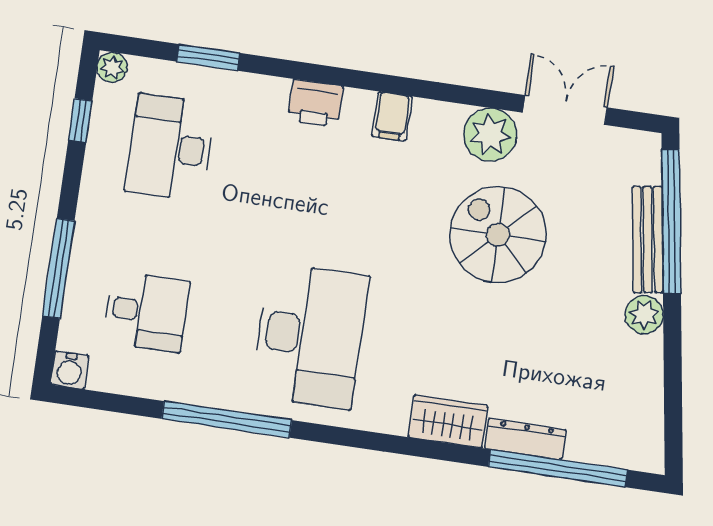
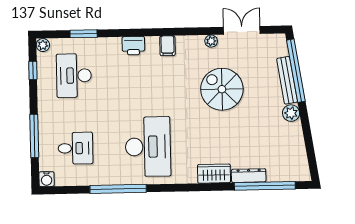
plant: (490, 135) -> (211, 41), width x0.53, depth x0.53

